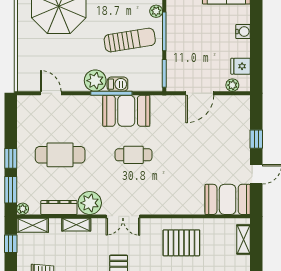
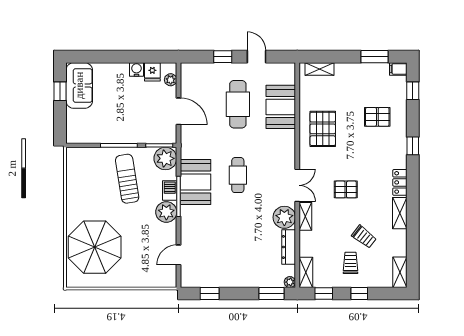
plant: (156, 11) -> (165, 158), moved, width x1.88, depth x1.88
water cooler: (243, 32) -> (136, 69), moved
cafe table: (60, 155) -> (238, 104), moved
window: (11, 158) -> (210, 294), moved
booth: (228, 199) -> (281, 107), moved
shelving: (76, 225) -> (305, 216), moved

